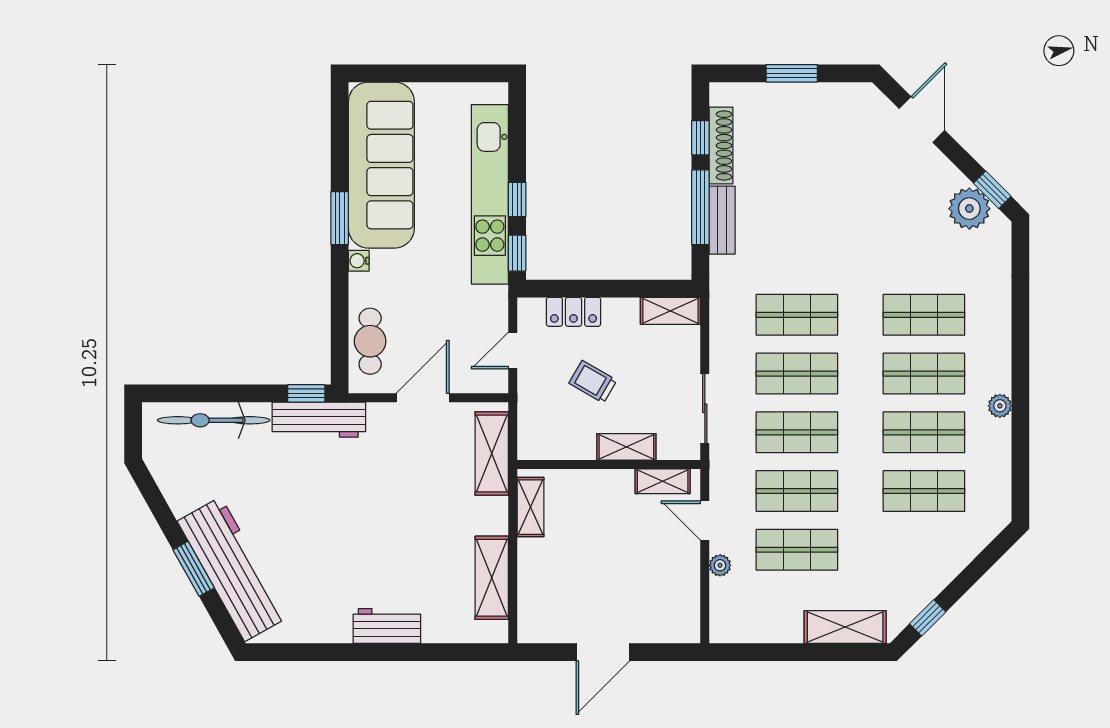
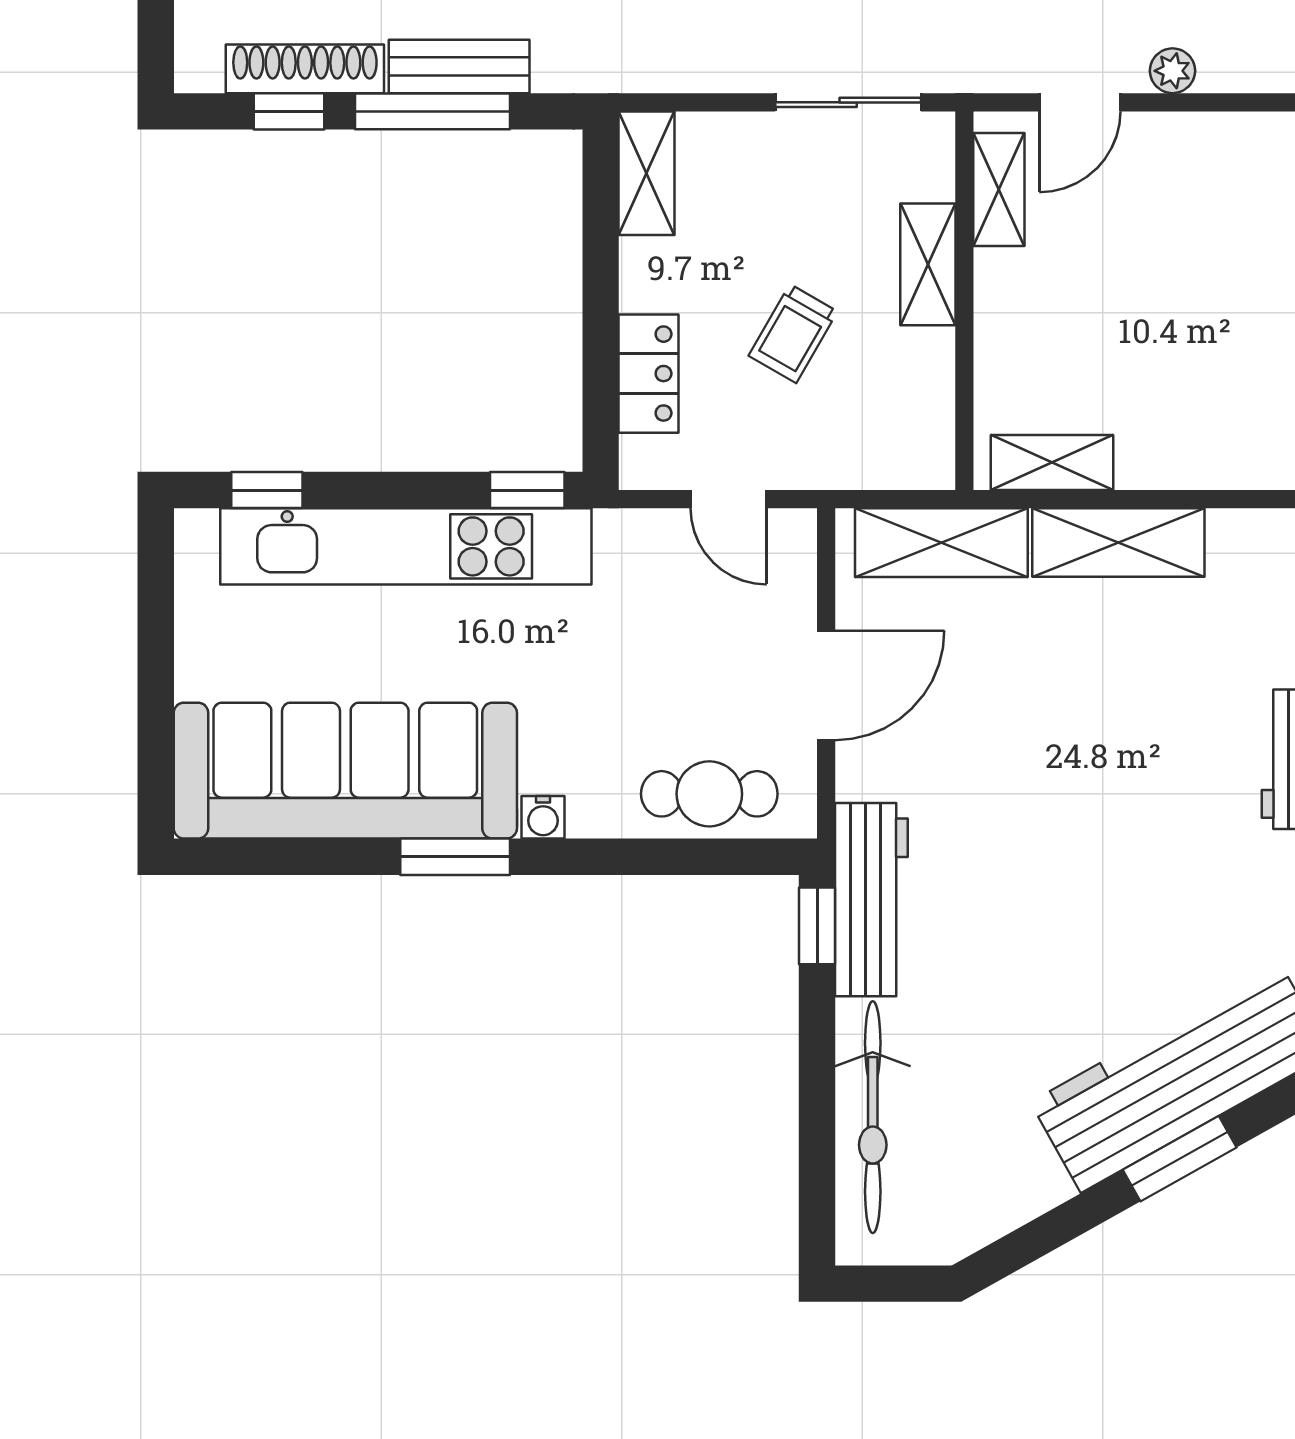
window: (517, 200) -> (267, 490), moved
door: (423, 398) -> (826, 685), swing flipped
shelving: (492, 578) -> (1118, 542), moved

